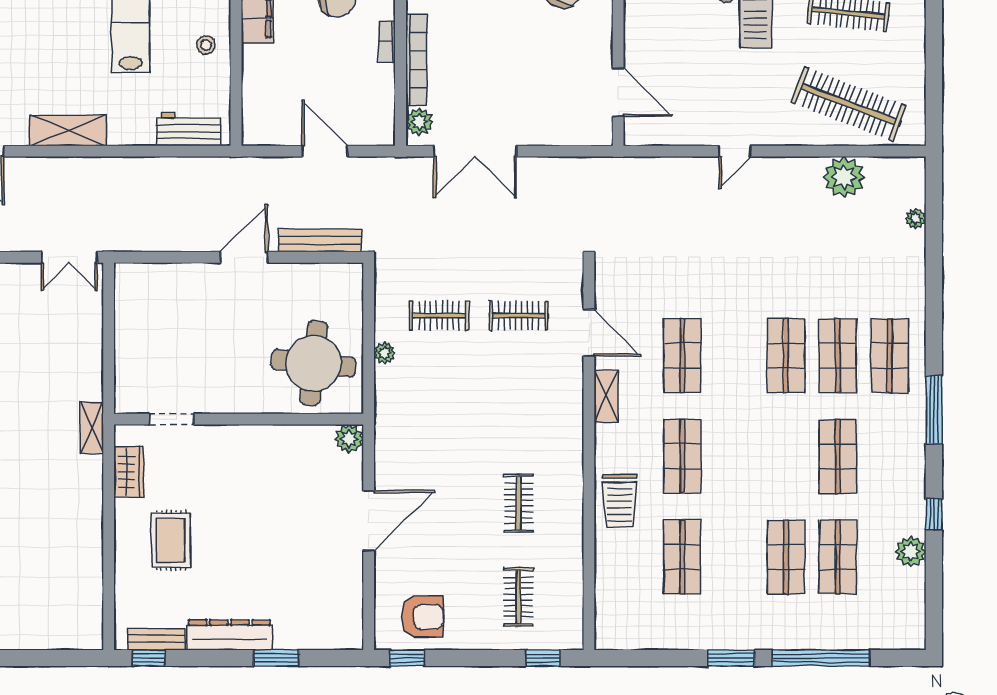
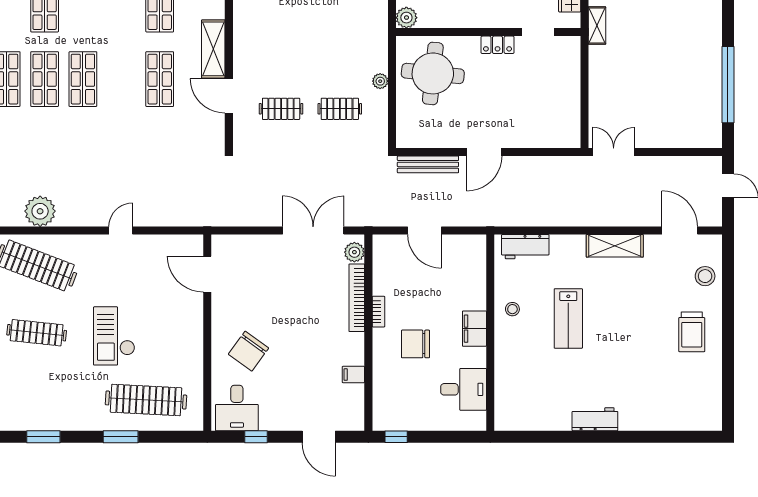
shelving: (606, 396) -> (213, 49), width x1.50, depth x1.33
locker: (226, 402) -> (498, 45), added

